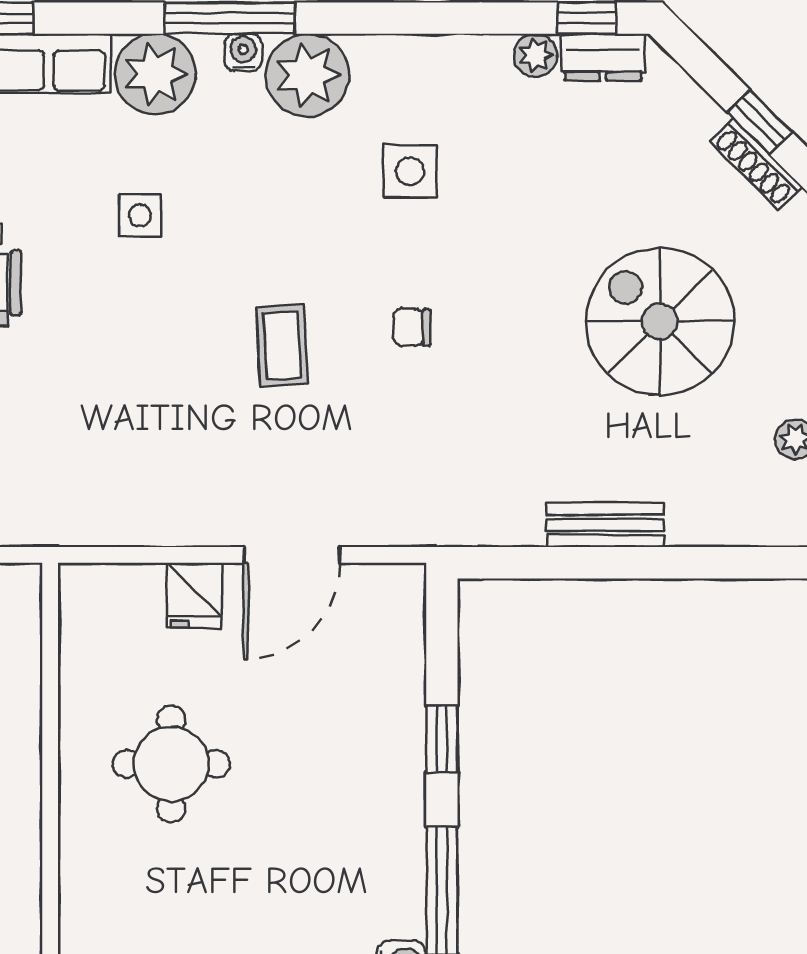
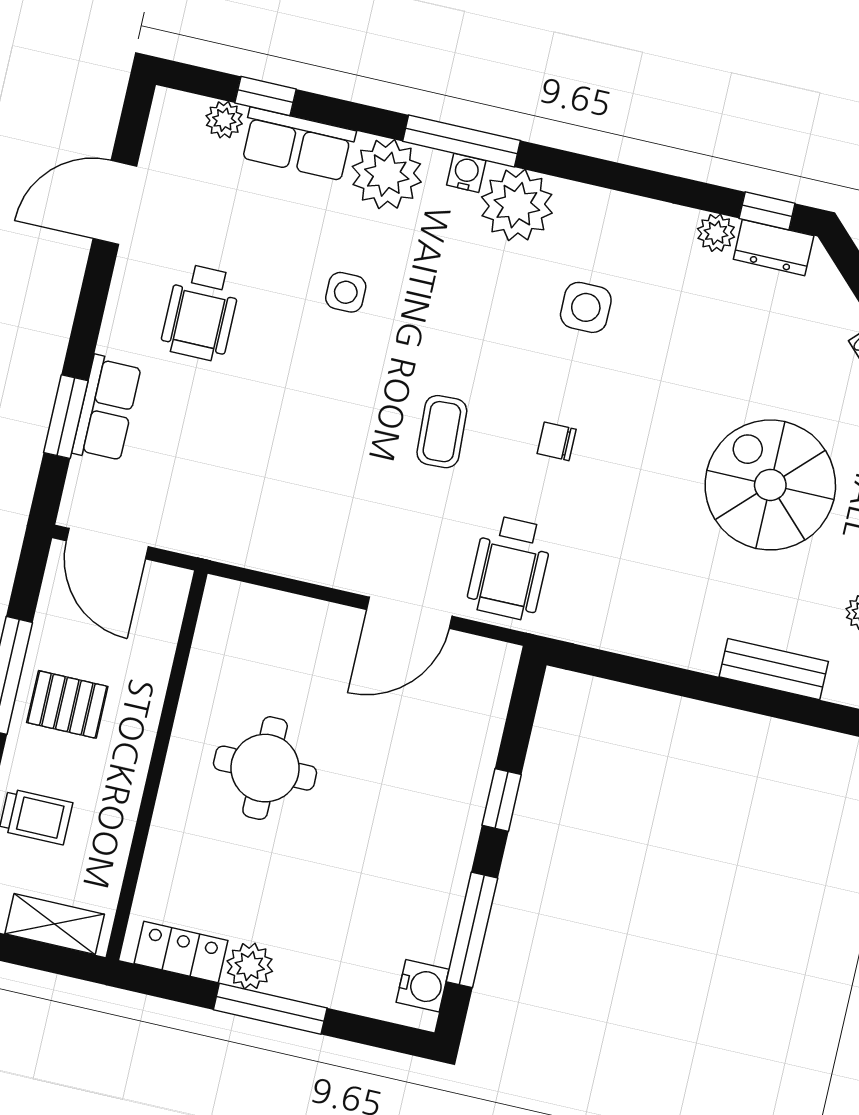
wheelchair: (392, 479) -> (510, 568), added
bench: (605, 525) -> (774, 669), moved
fridge: (194, 595) -> (318, 628), removed

